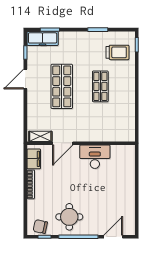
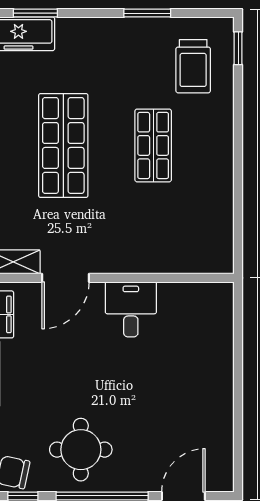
trolley: (117, 52) -> (193, 66), turned 90
desk: (95, 157) -> (131, 309), width x0.73

